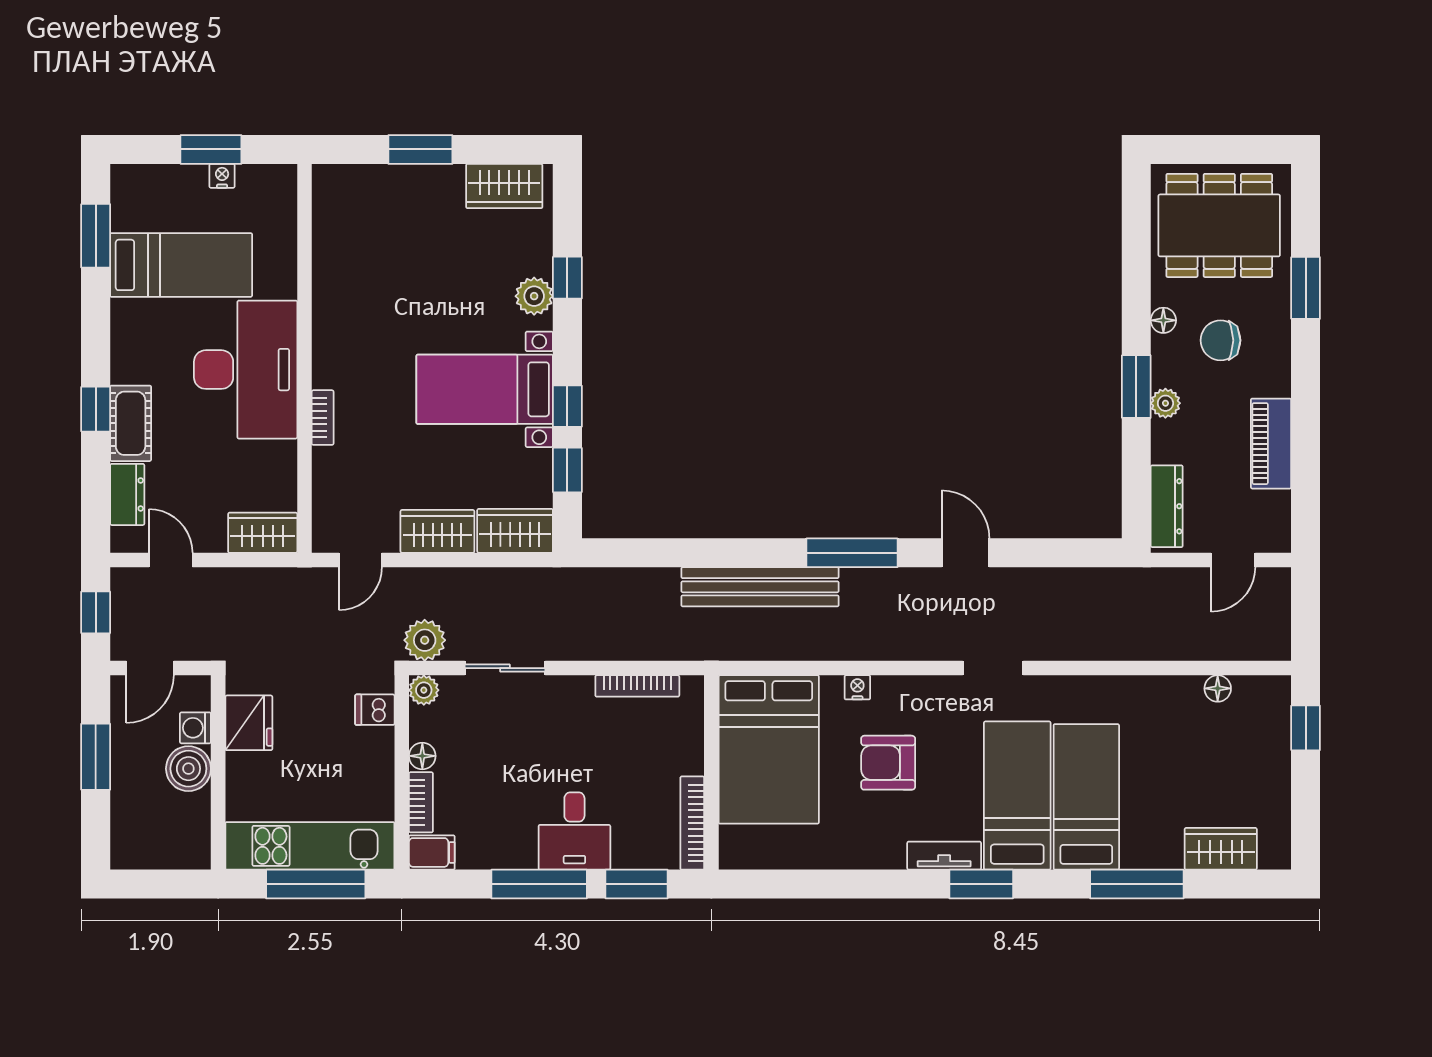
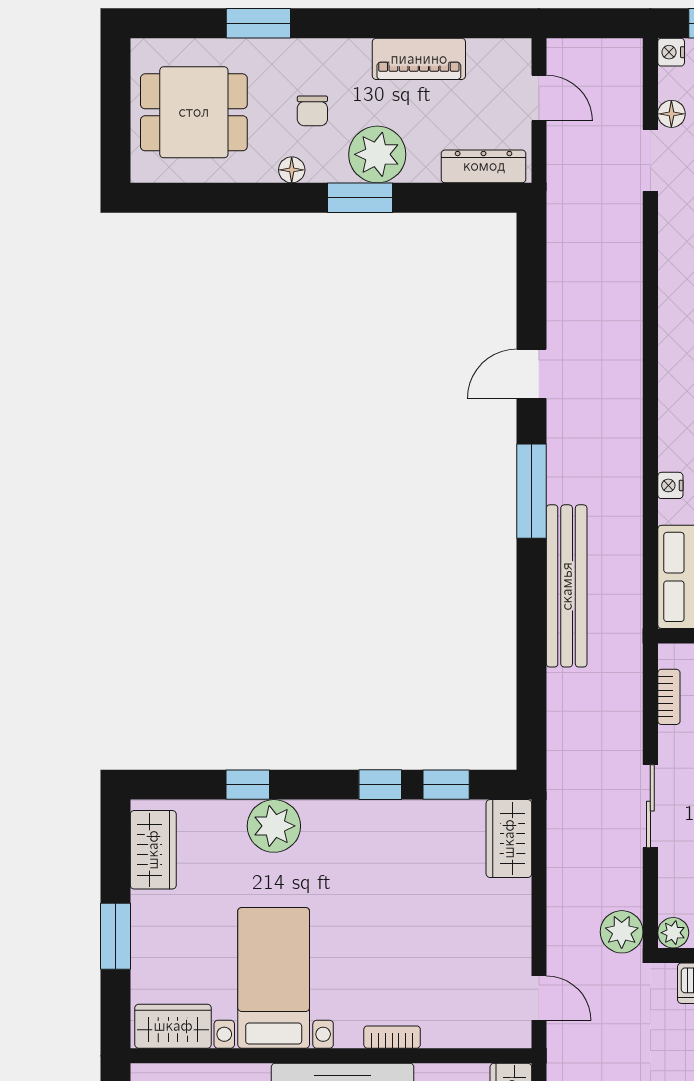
dining table: (1219, 225) -> (194, 112), width x0.73
plant: (534, 296) -> (274, 826), width x1.36, depth x1.36
chair: (1221, 340) -> (312, 111), width x0.73, depth x0.73
bed with nightstands: (485, 389) -> (274, 978), moved, turned 180
plant: (1165, 403) -> (377, 154), width x1.88, depth x1.88
wardrobe: (437, 531) -> (173, 1026), moved, turned 90
sliding door: (505, 668) -> (650, 806), moved
doorway: (993, 668) -> (650, 160), moved
bookcase: (637, 686) -> (669, 697), width x0.64
nightstand: (1278, 688) -> (671, 52), added

